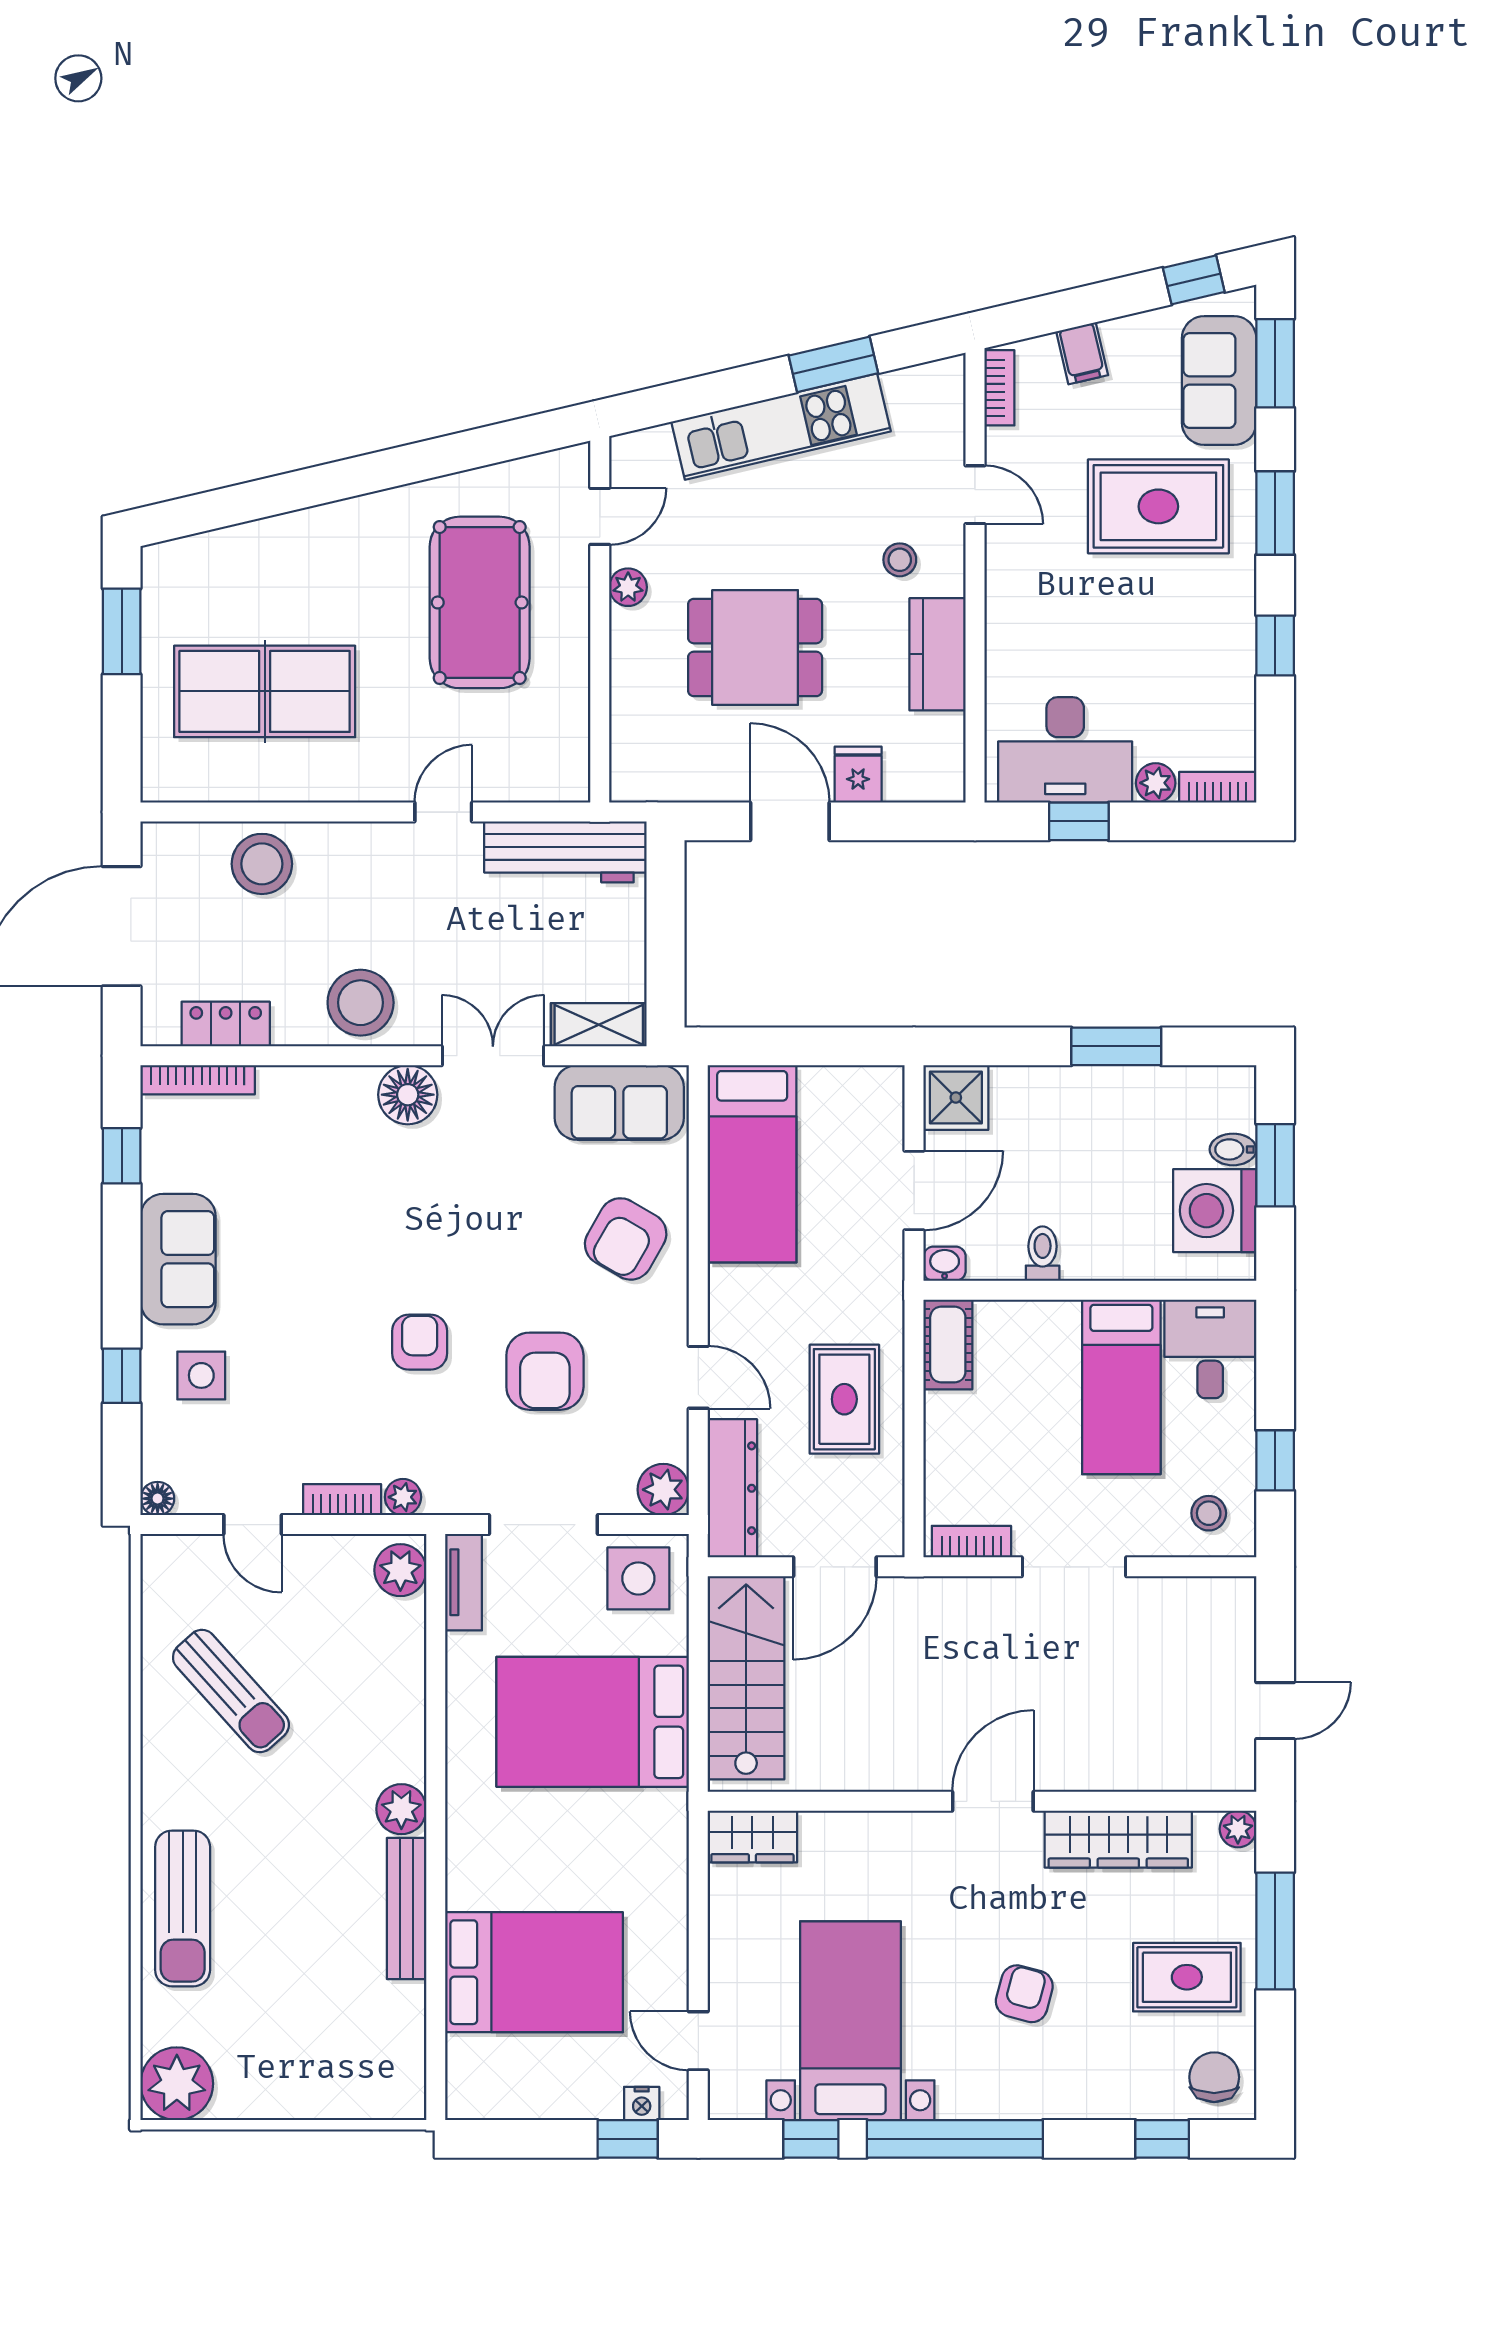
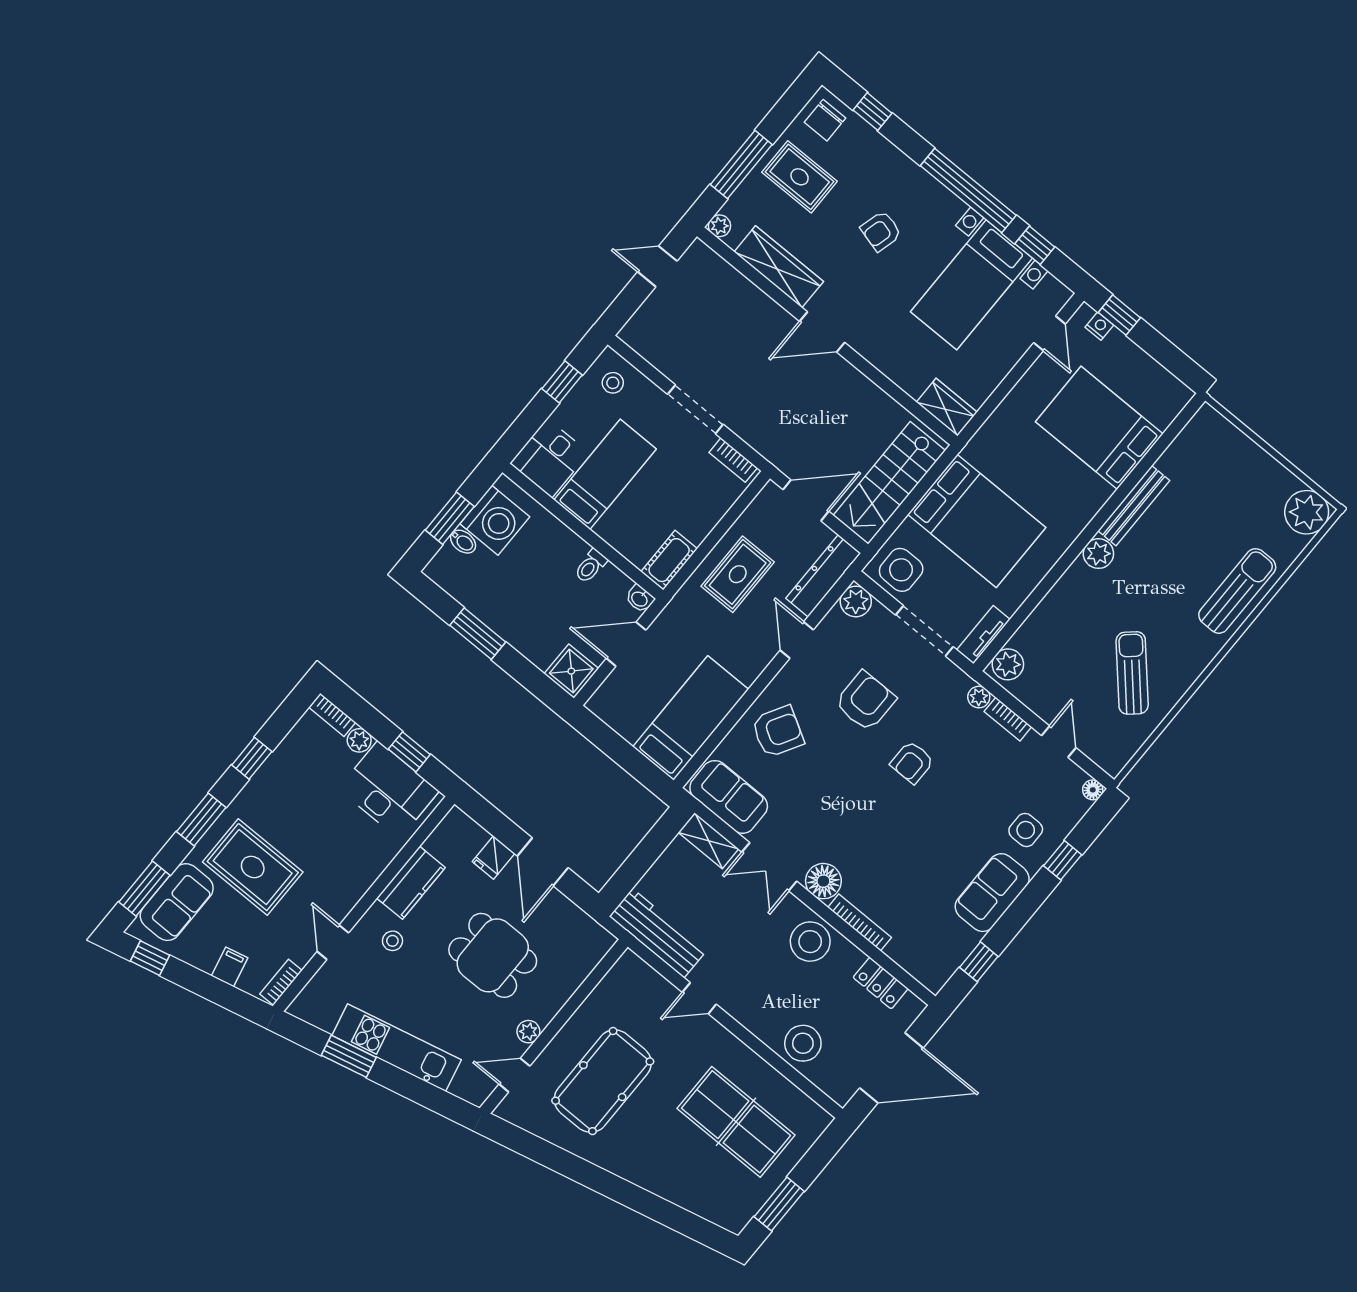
bookcase: (198, 1080) -> (860, 922), moved

